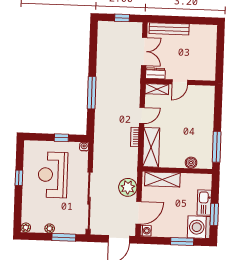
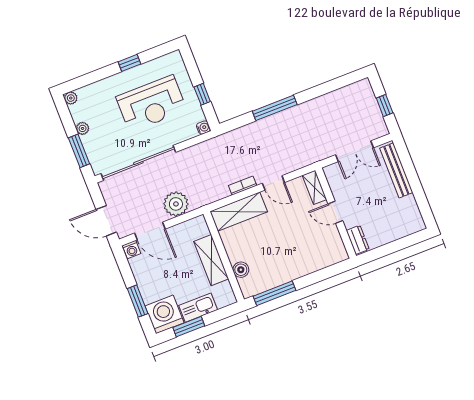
dresser: (155, 73) -> (358, 240), moved
reception desk: (53, 175) -> (151, 104), turned 180
shelving: (162, 179) -> (211, 260), moved

